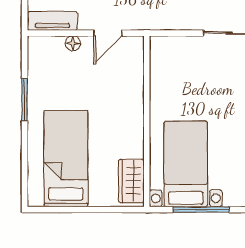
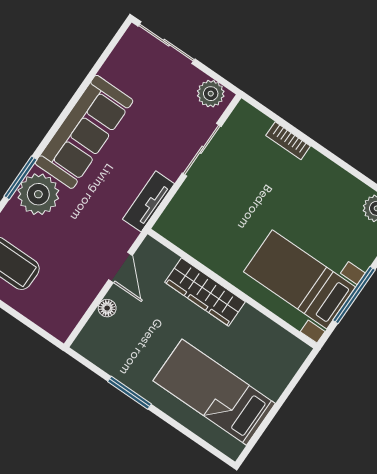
tv unit: (52, 21) -> (149, 201), moved
wardrobe: (131, 181) -> (205, 292), moved, width x1.50

